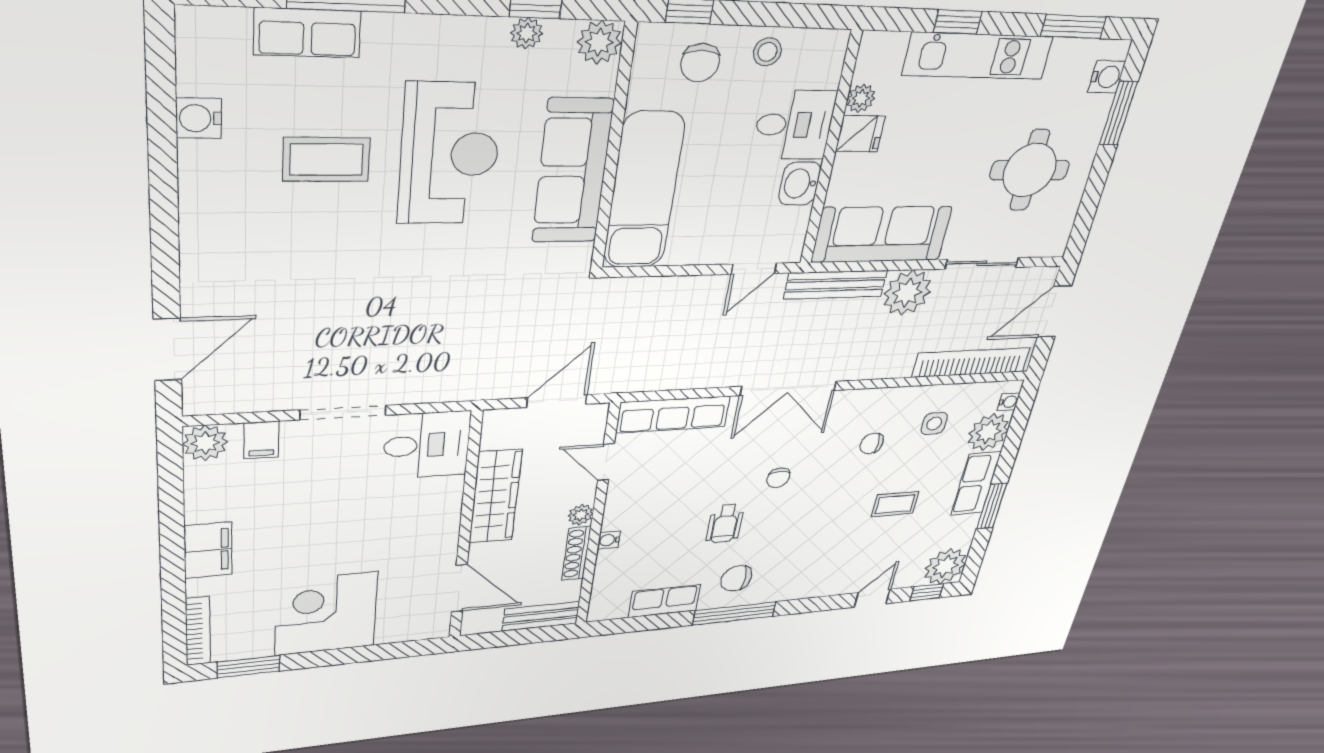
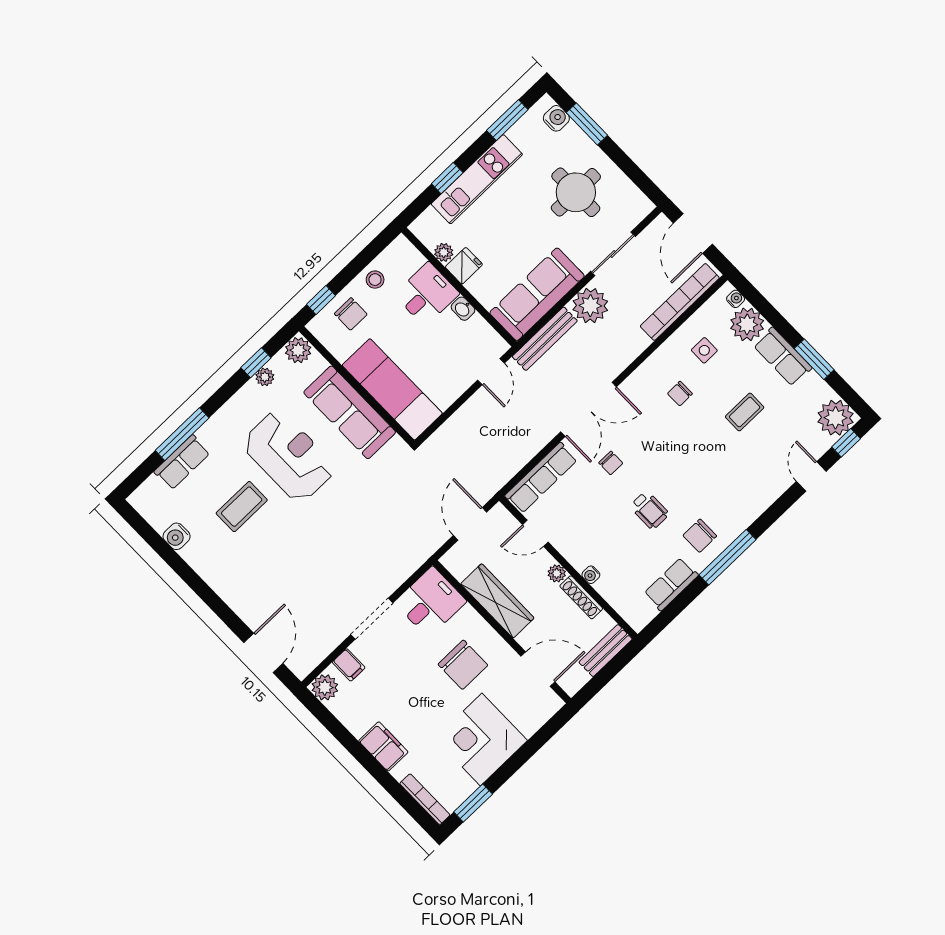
washbasin: (800, 184) -> (463, 309), width x0.72, depth x0.69
chair: (778, 478) -> (611, 463), moved
chair: (389, 531) -> (463, 665), added

